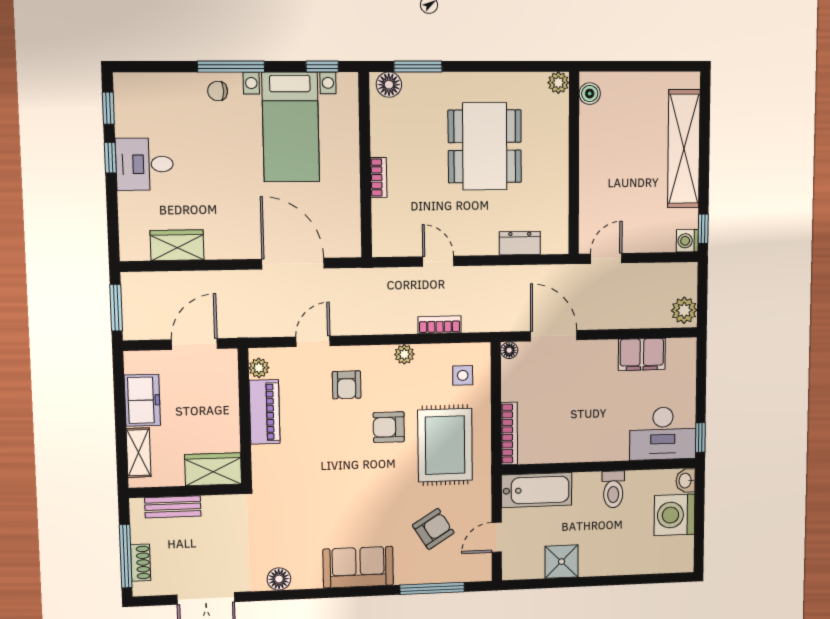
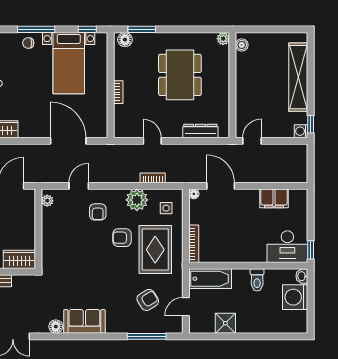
dresser: (520, 243) -> (200, 131), width x1.44
plant: (684, 310) -> (300, 173), removed
plant: (404, 354) -> (137, 200), width x1.87, depth x1.87
piano: (265, 412) -> (50, 226), removed
sofa: (358, 567) -> (84, 321), moved

